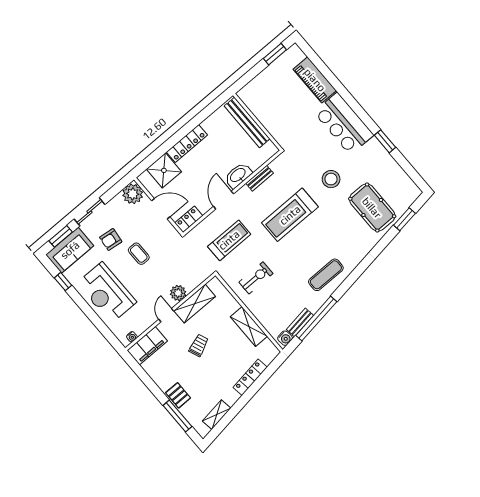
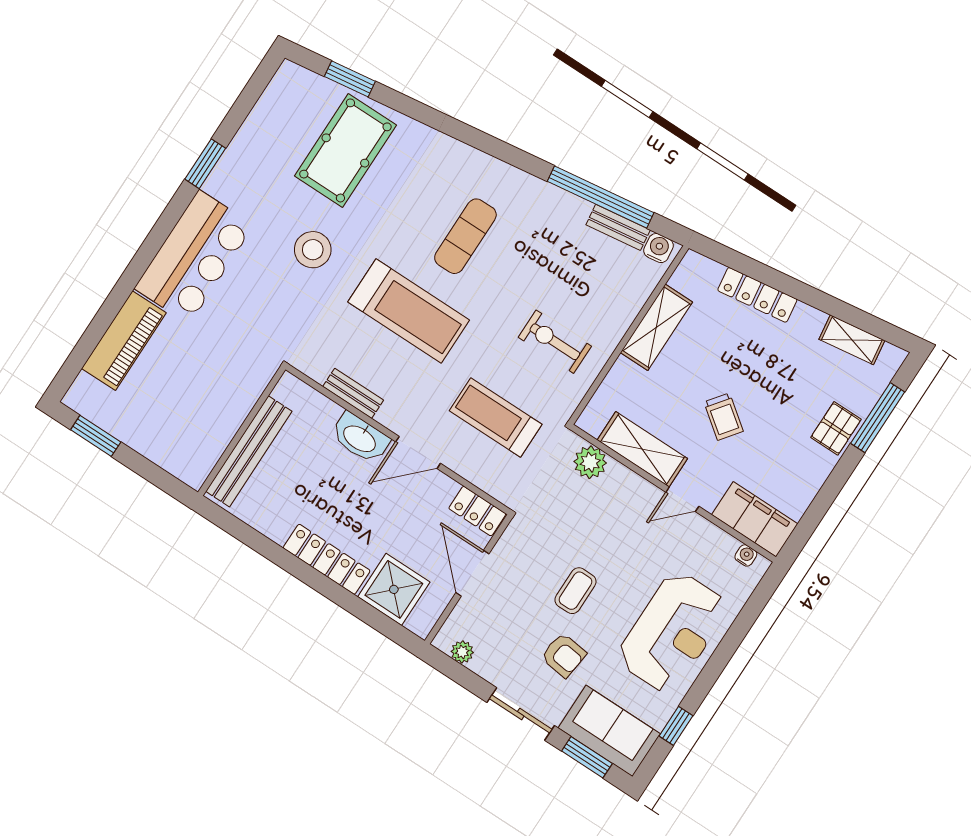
plant: (133, 194) -> (462, 652), width x0.53, depth x0.53
exercise mat: (326, 275) -> (465, 236), moved, turned 90
plant: (178, 293) -> (590, 462), moved
trolley: (199, 345) -> (724, 417), turned -121

